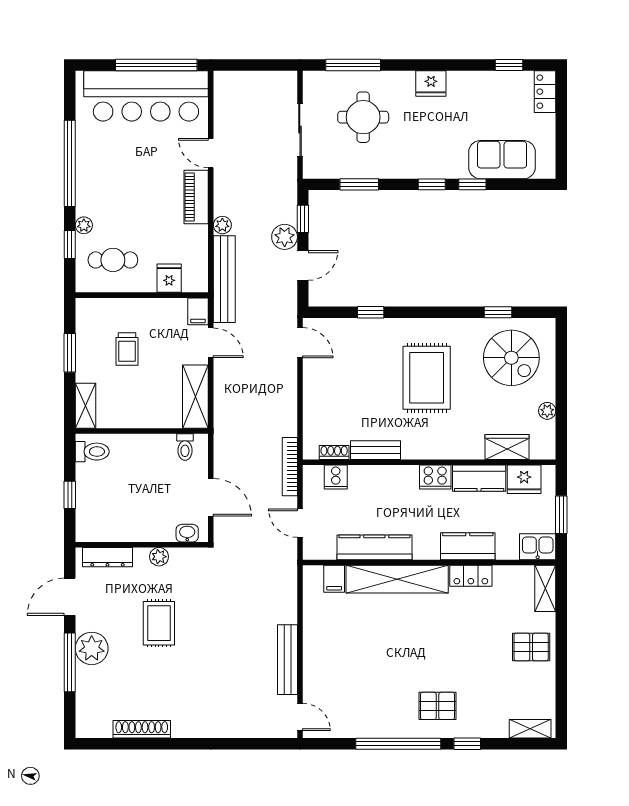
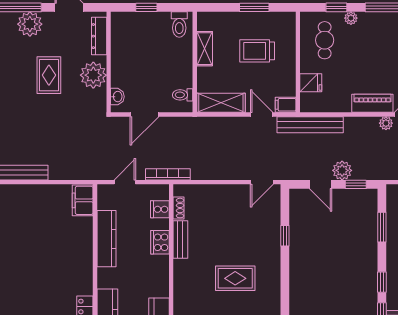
plant: (222, 225) -> (386, 123), moved
door: (211, 343) -> (262, 114), swing flipped
trolley: (127, 349) -> (257, 51), width x1.36, depth x1.39
rug: (427, 378) -> (235, 278), width x0.73, depth x0.70
shelving: (86, 406) -> (205, 49), moved, turned 90
cooker: (435, 477) -> (160, 242), moved
plant: (159, 557) -> (93, 75), width x1.87, depth x1.87
filing cabinet: (334, 579) -> (83, 200), width x2.00
shelving: (397, 579) -> (82, 256), removed
rug: (159, 623) -> (49, 75), turned 90

